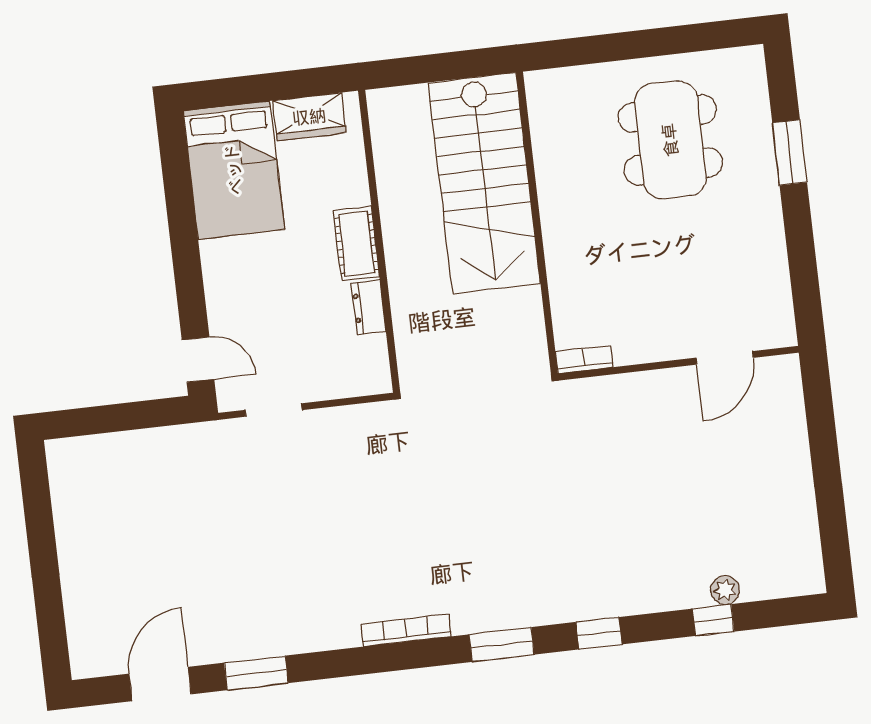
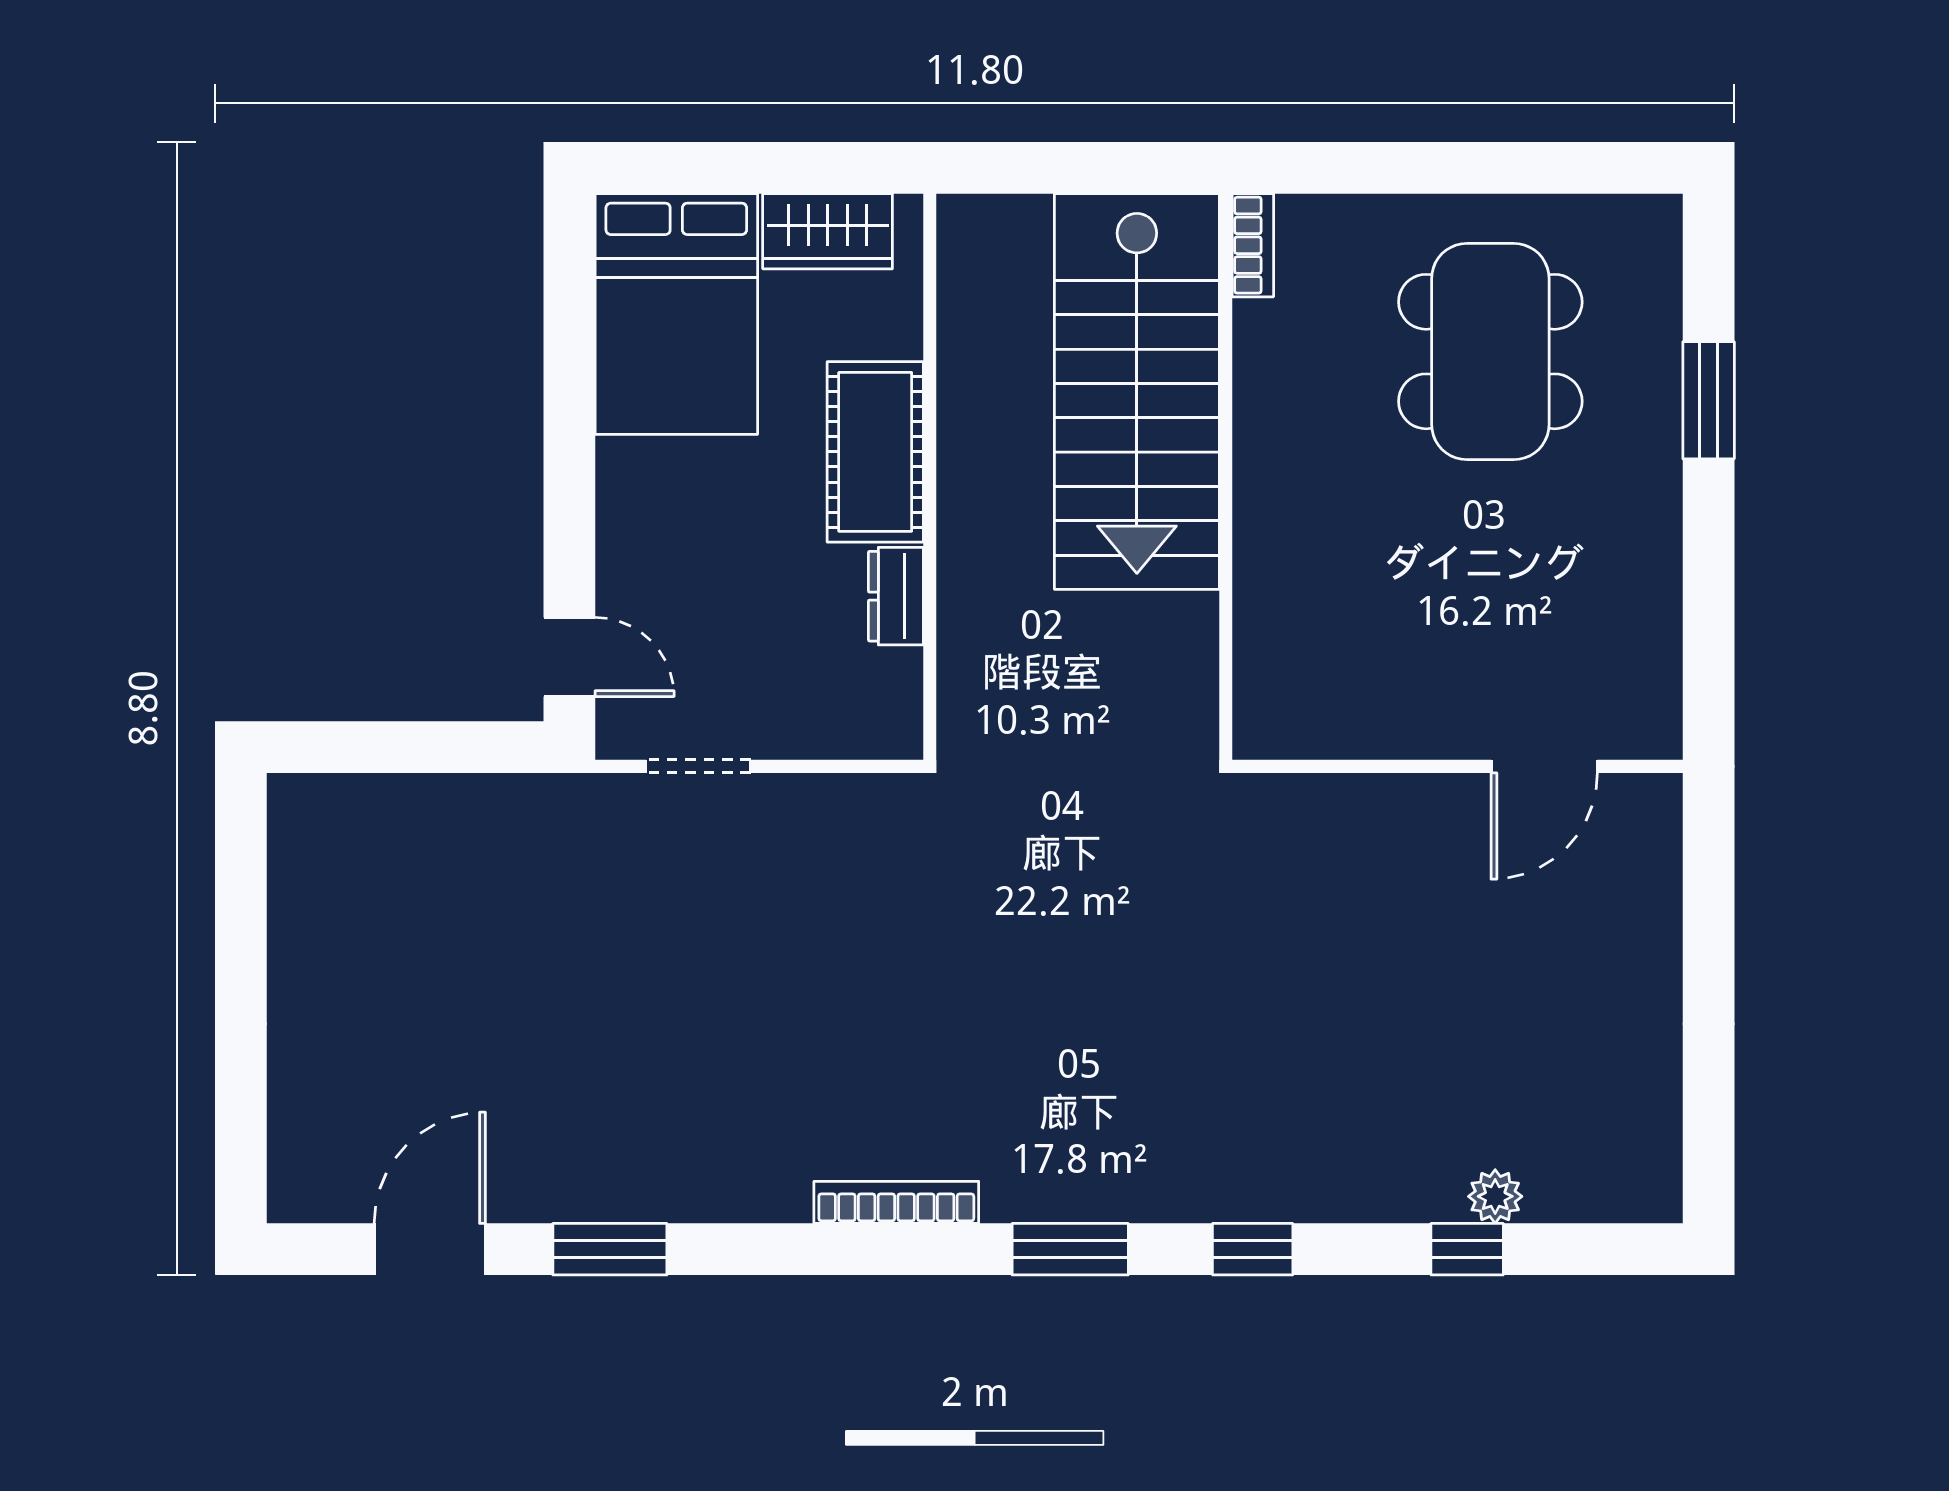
cot: (356, 244) -> (875, 452), width x1.37, depth x1.34
bookcase: (584, 359) -> (1253, 245), moved, turned 90

